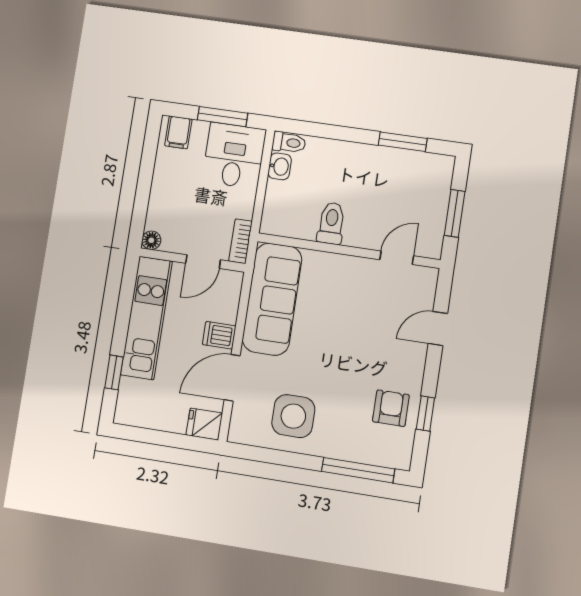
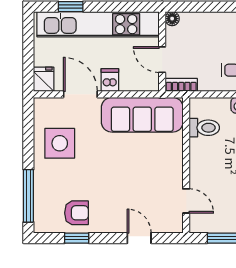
toilet: (331, 223) -> (204, 128), moved
kitchen unit: (146, 318) -> (98, 24), width x1.36

